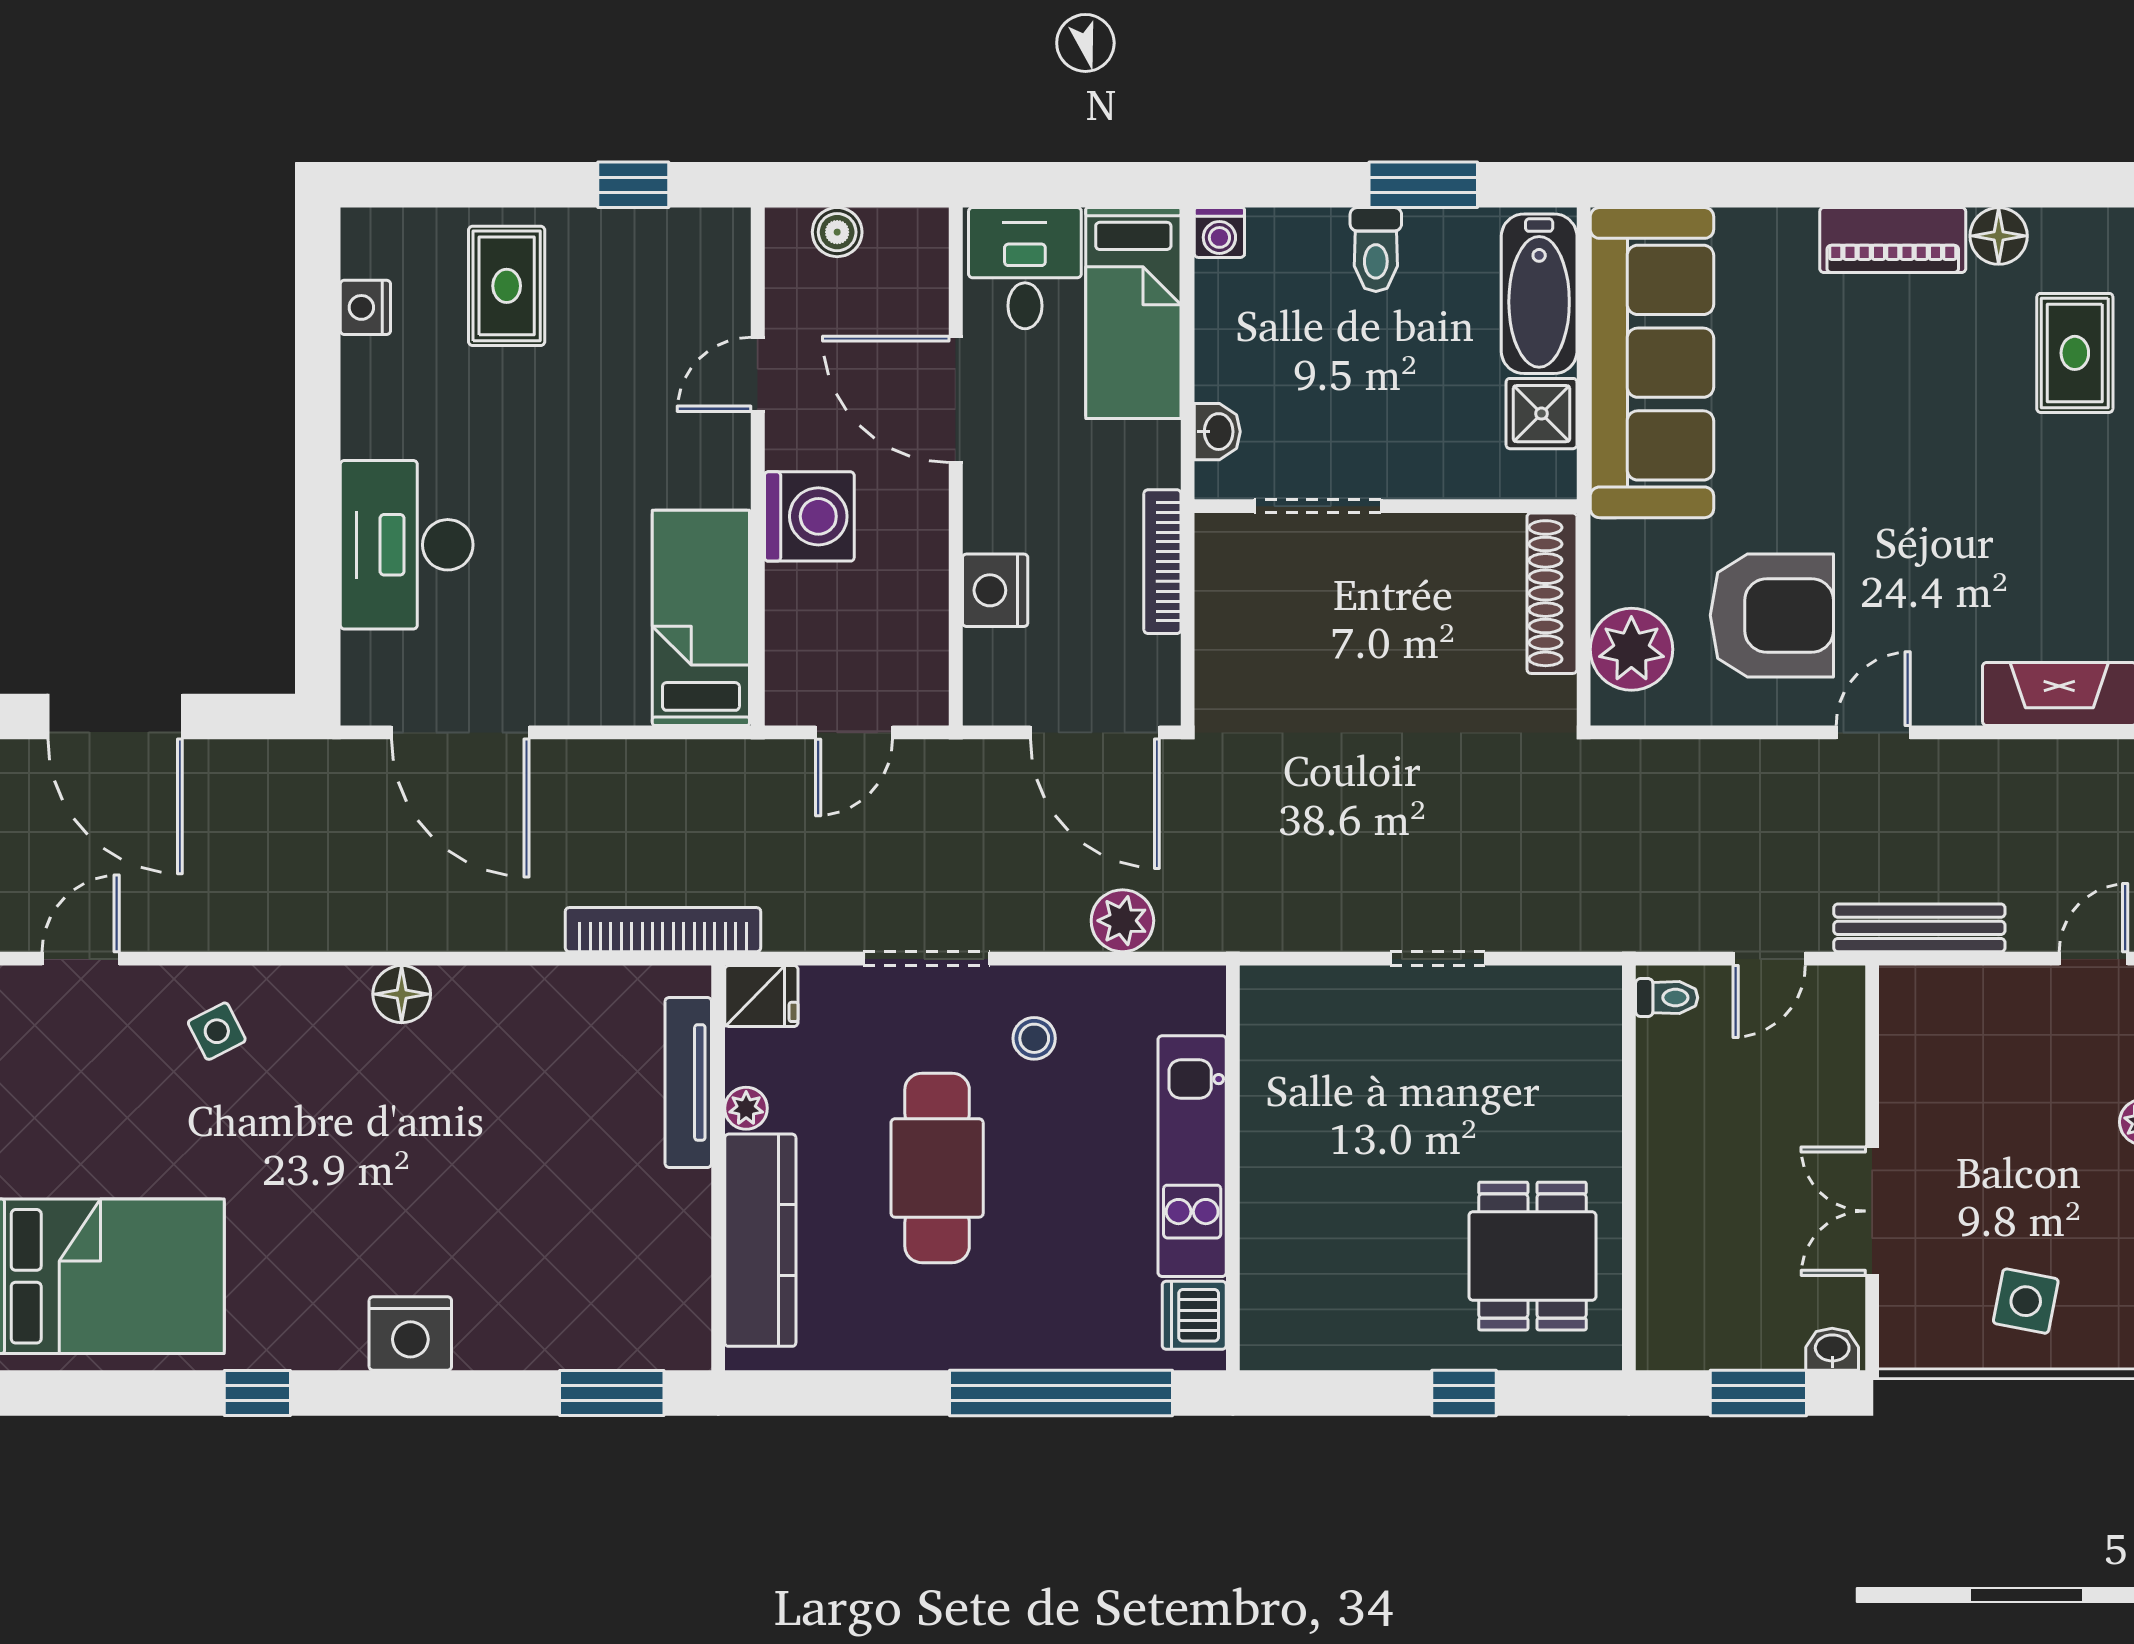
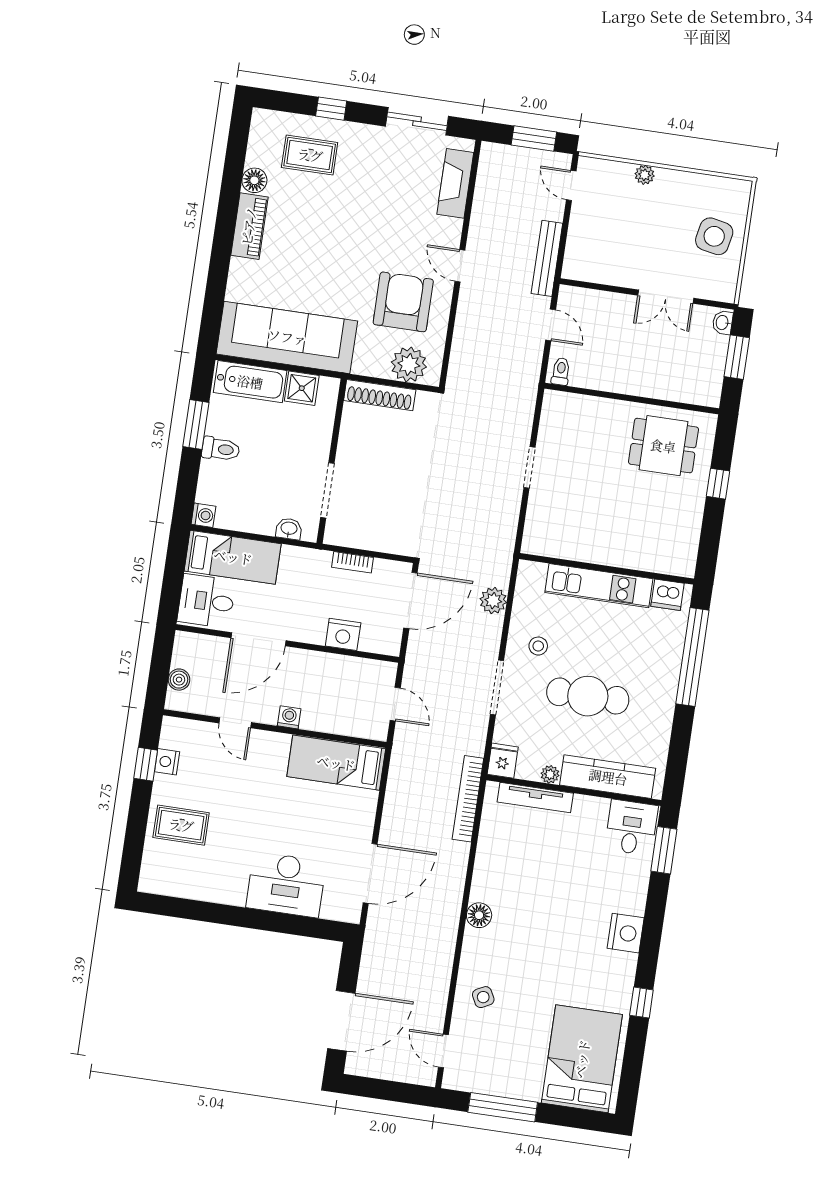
nightstand: (365, 307) -> (167, 762), moved, turned 90
washing machine: (809, 516) -> (289, 717), width x0.53, depth x0.53
bookcase: (1162, 562) -> (353, 562), width x0.64
side table: (2026, 1301) -> (714, 236), width x1.37, depth x1.37
desk: (652, 1311) -> (631, 827), added

